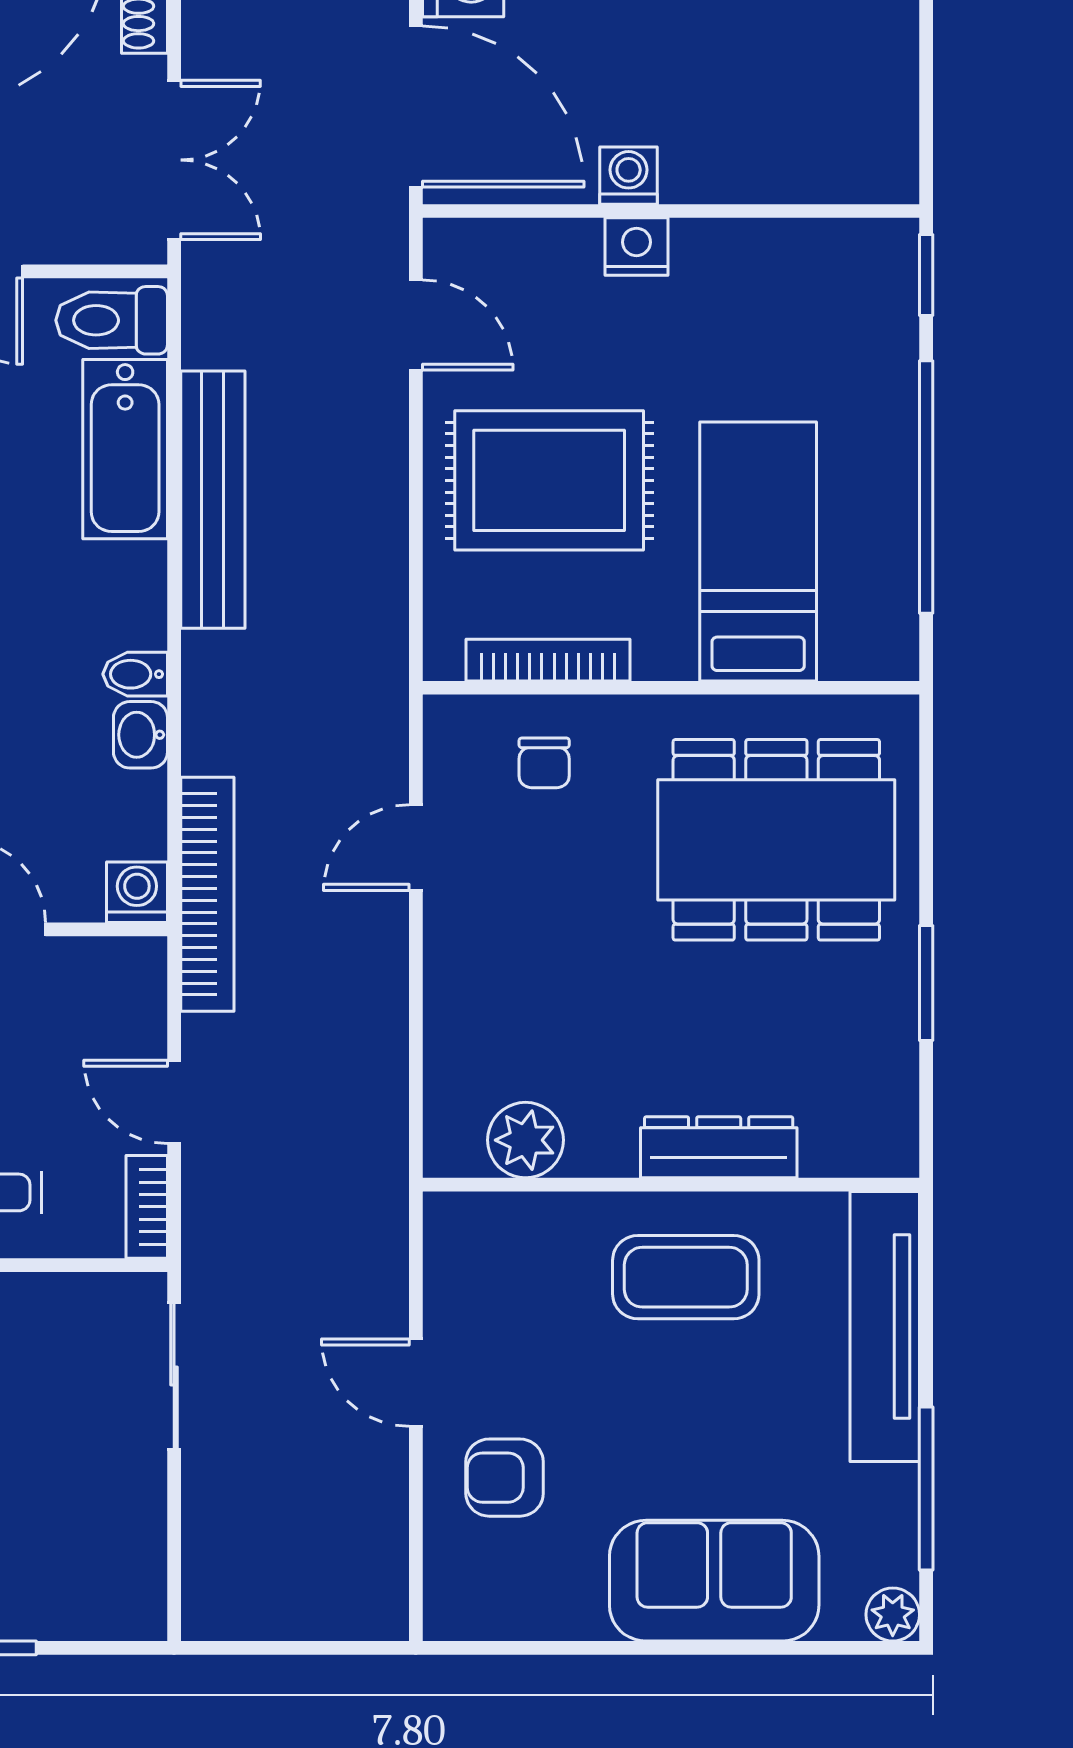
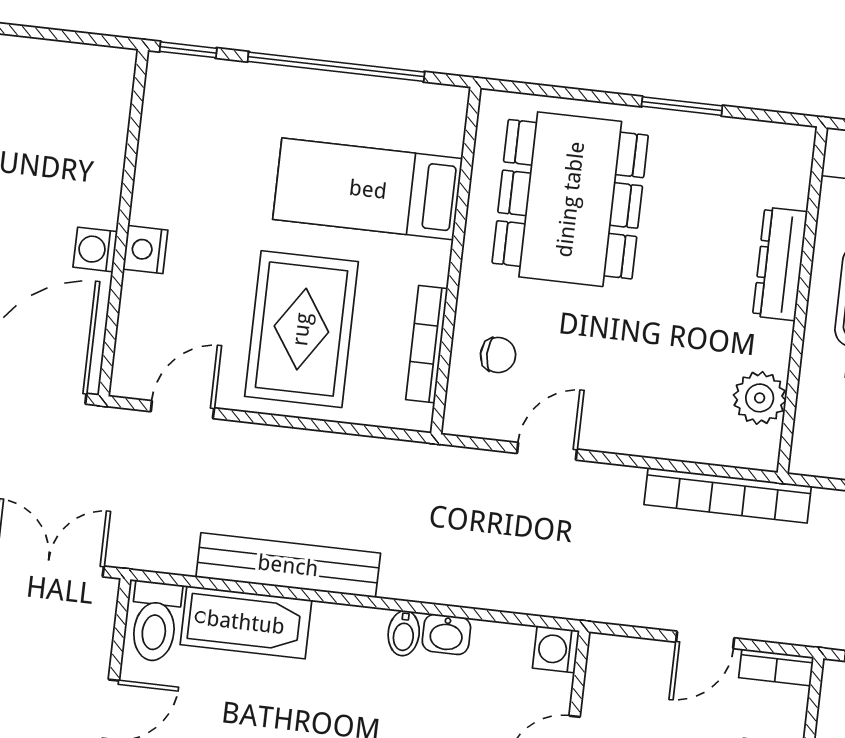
door: (416, 848) -> (547, 451), swing flipped
bookcase: (207, 894) -> (728, 495), moved, turned 180

